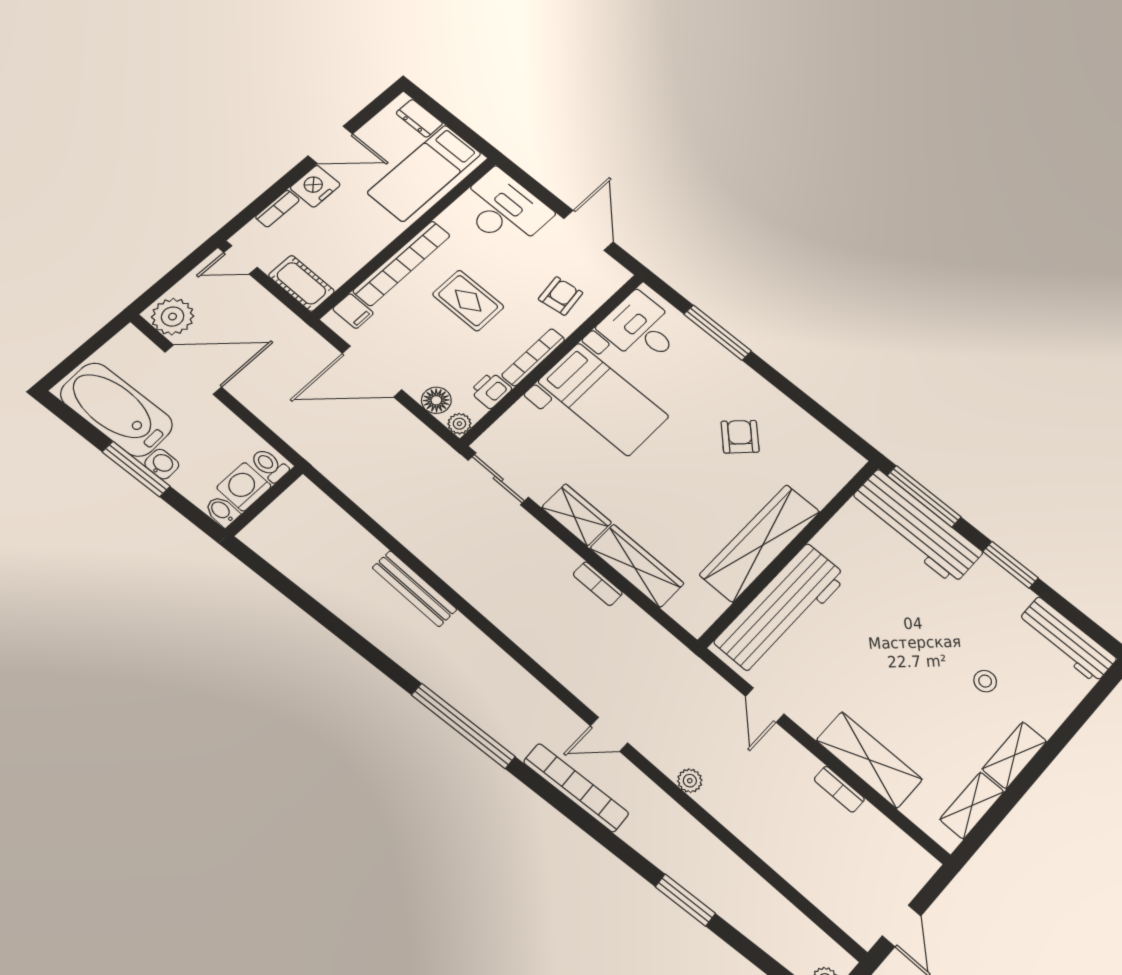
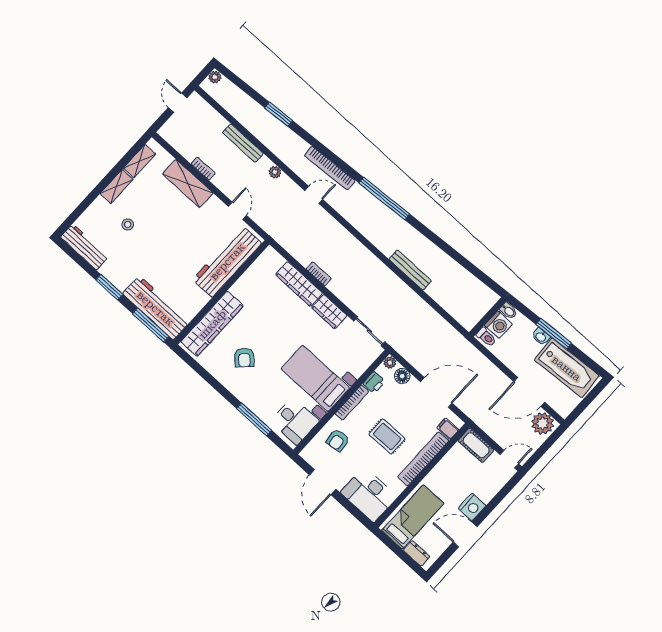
bookcase: (277, 209) -> (492, 492), removed
wardrobe: (760, 543) -> (212, 324), moved
bench: (759, 840) -> (243, 143), added

